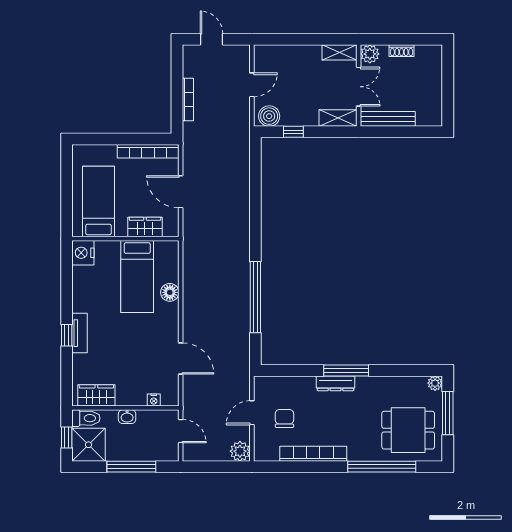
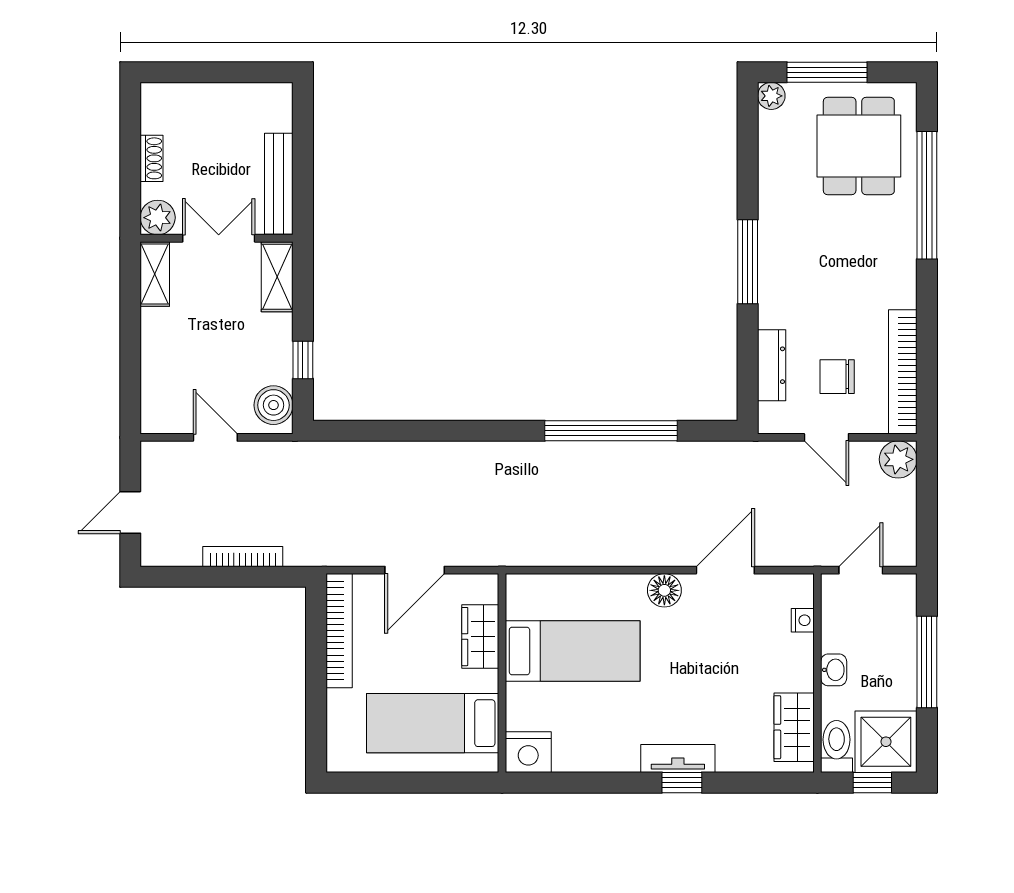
floor lamp: (170, 292) -> (664, 590), moved
dresser: (335, 383) -> (772, 365), moved
bookcase: (313, 454) -> (903, 372), moved

